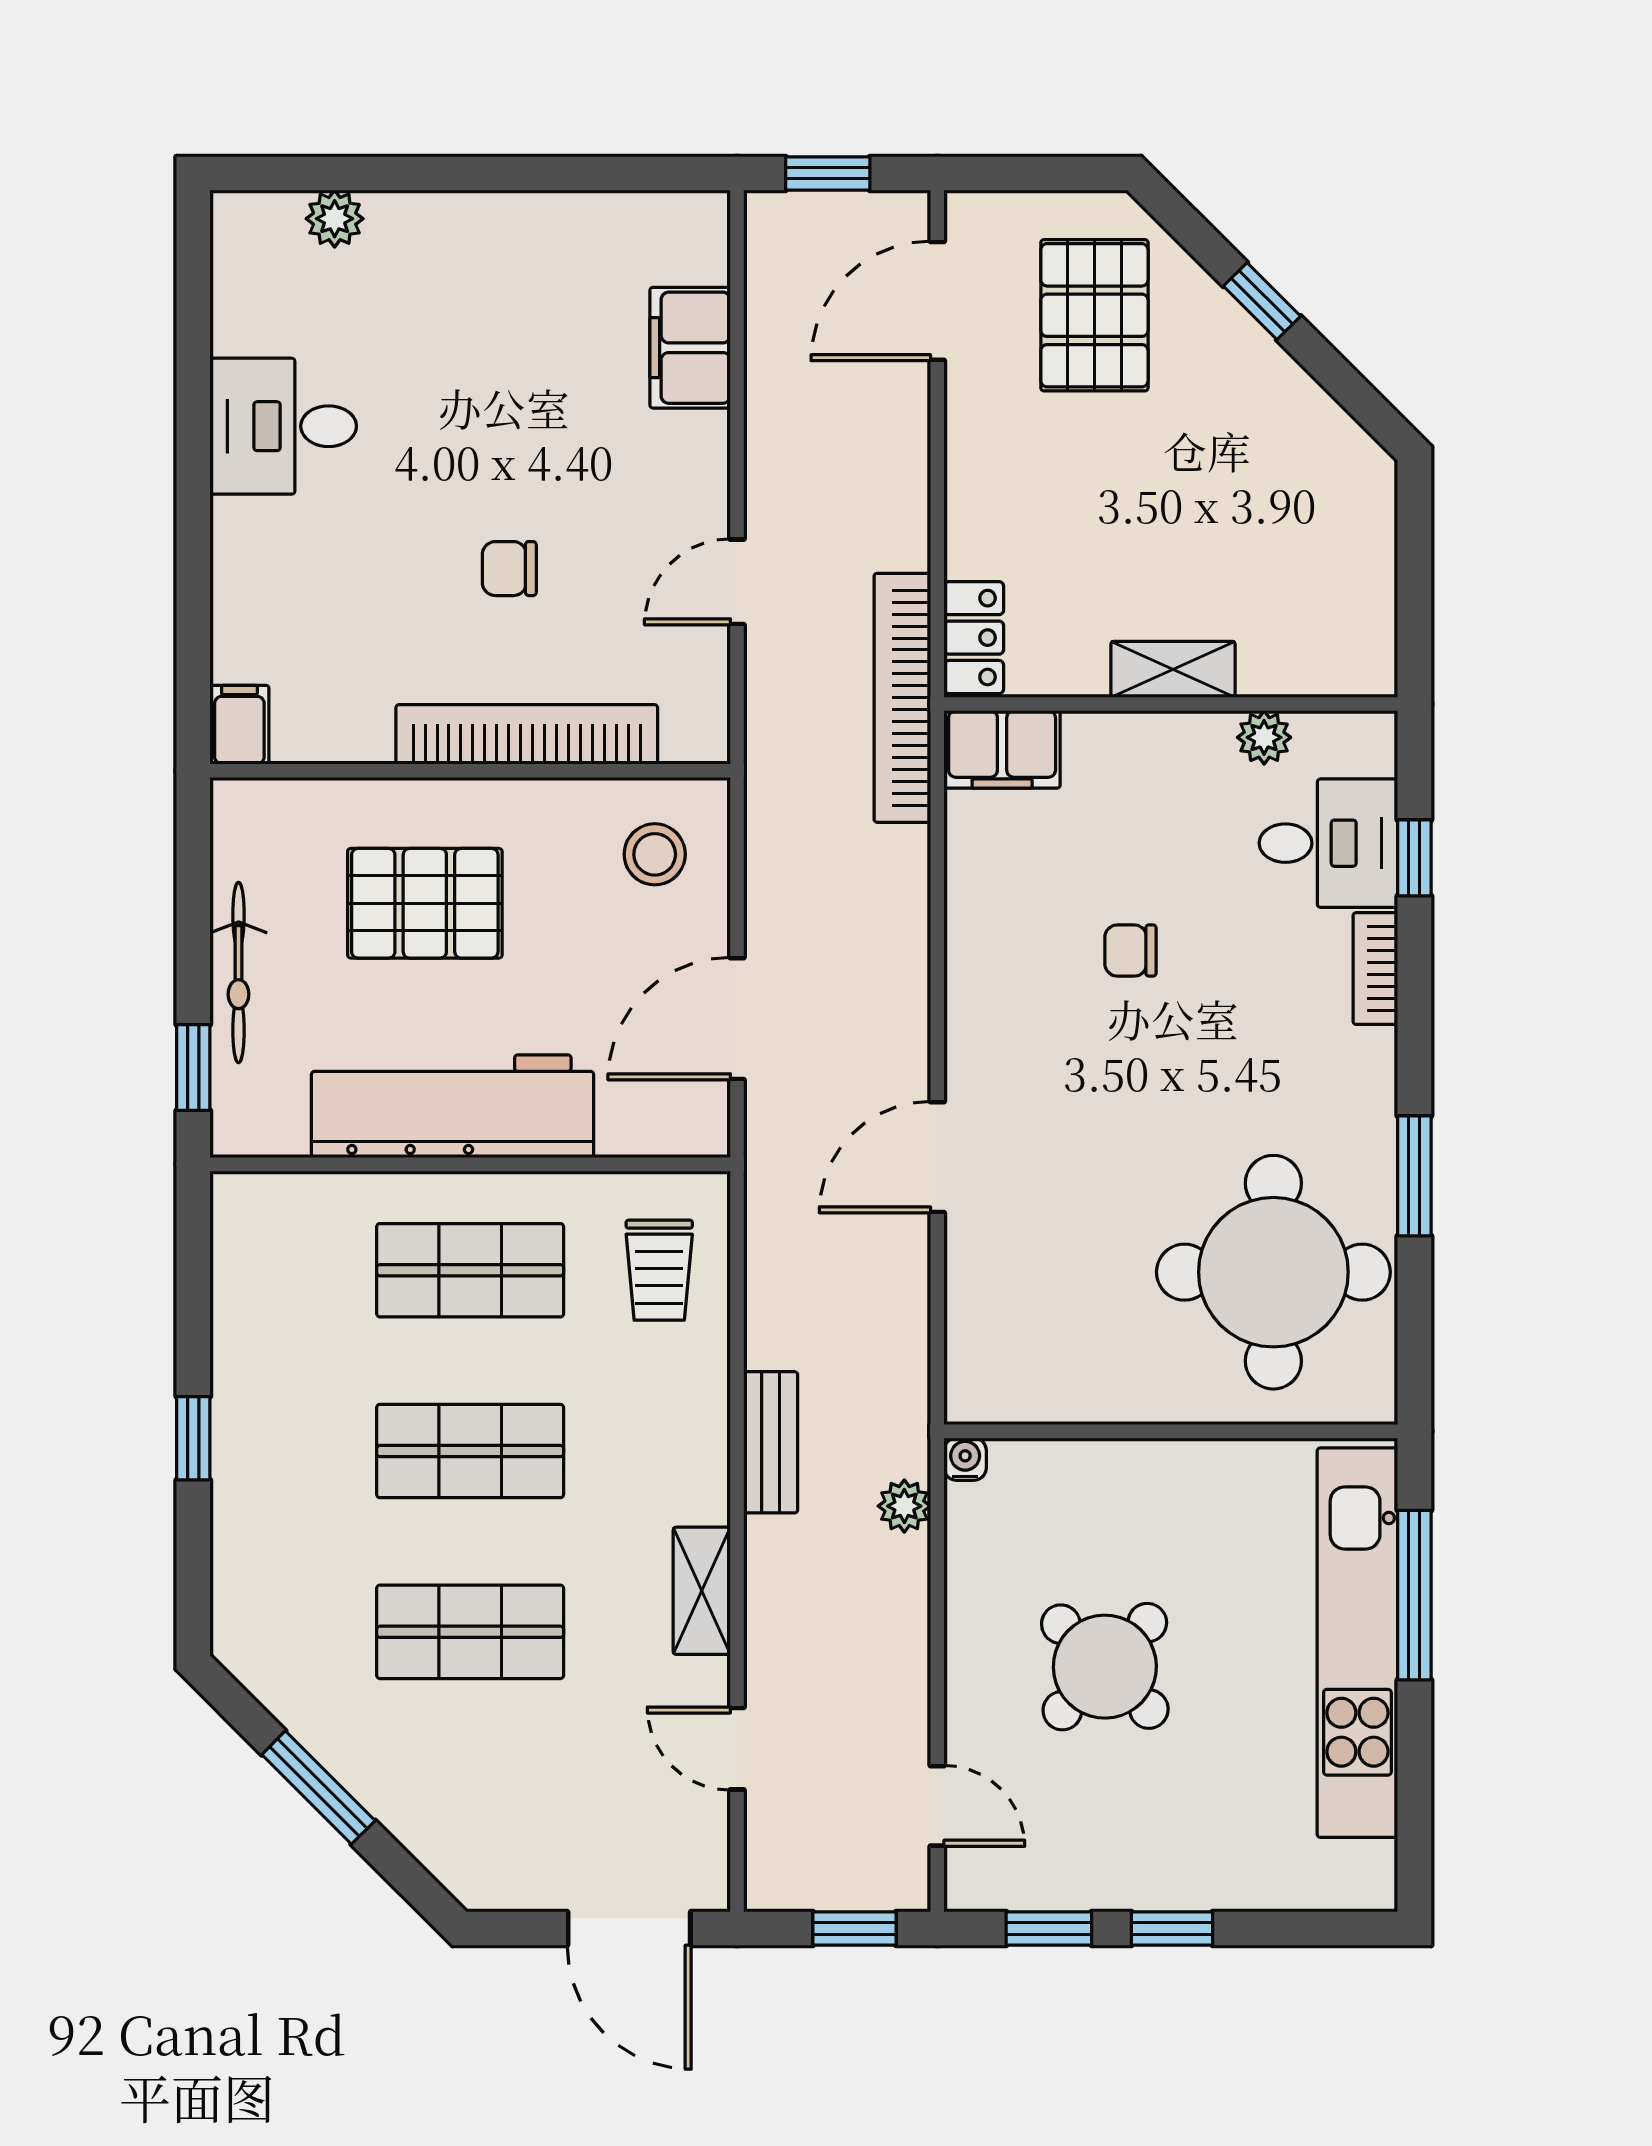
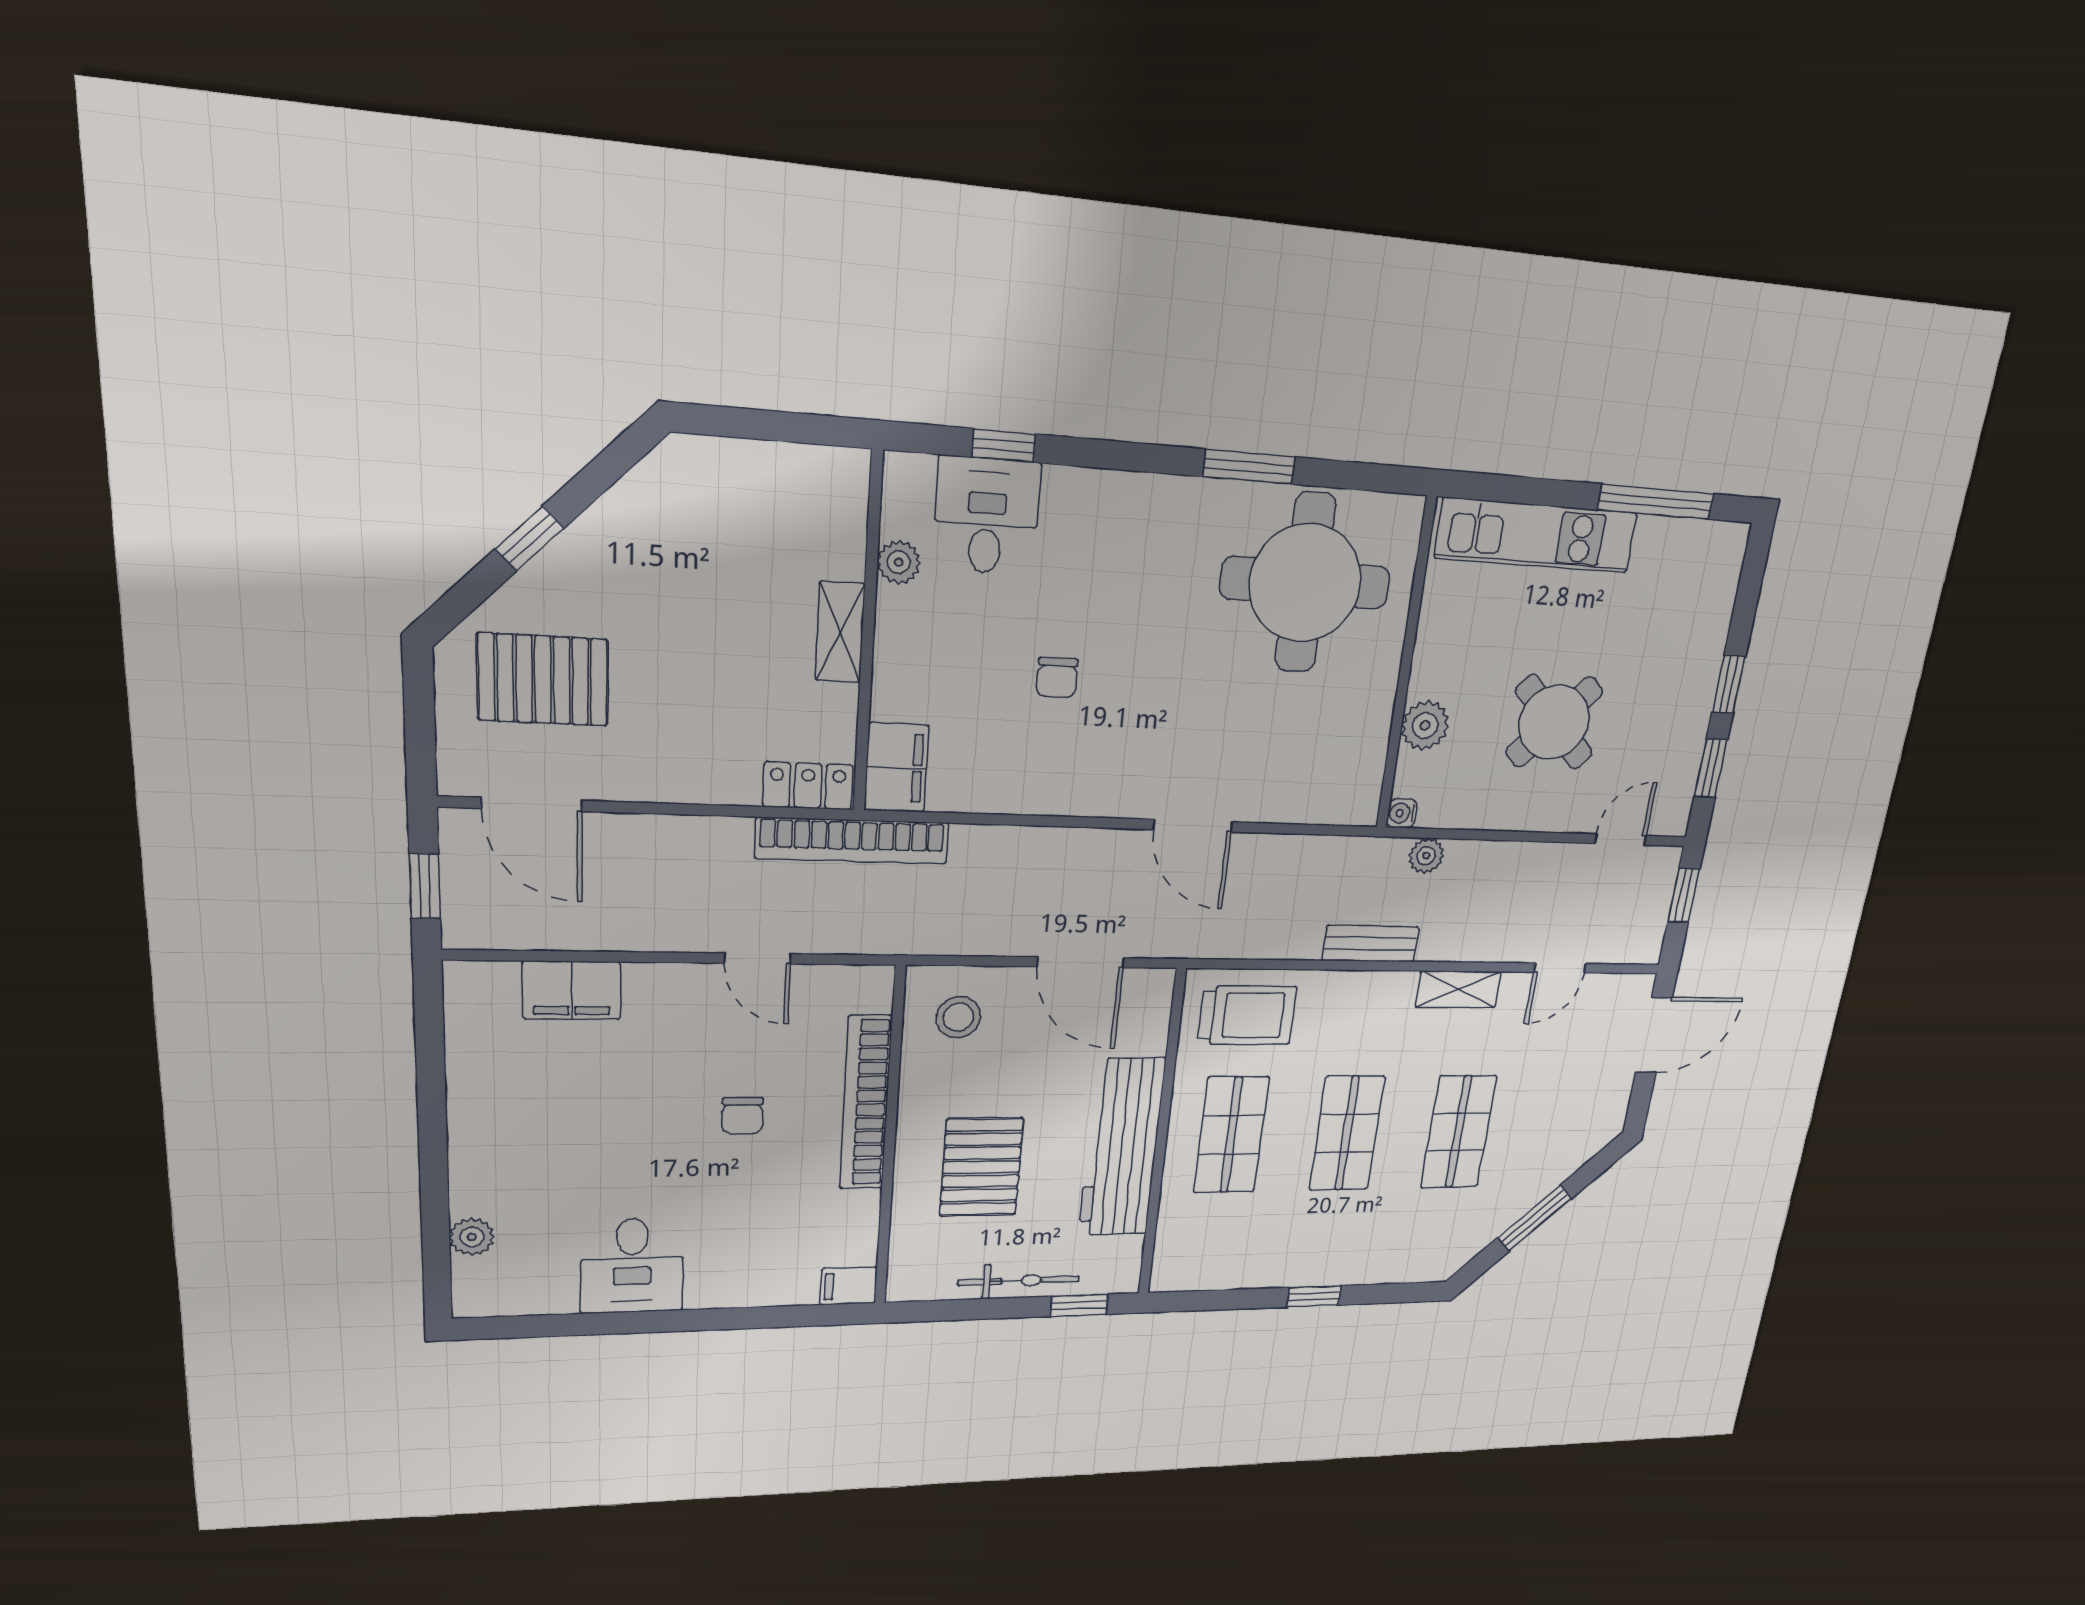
bookcase: (1375, 969) -> (1088, 485), removed
trolley: (659, 1270) -> (1247, 1015), width x1.36, depth x1.39
plant: (1091, 1473) -> (1425, 726), added
window: (1414, 1595) -> (1656, 502), moved
kitchen unit: (1357, 1643) -> (1536, 535), width x0.73

